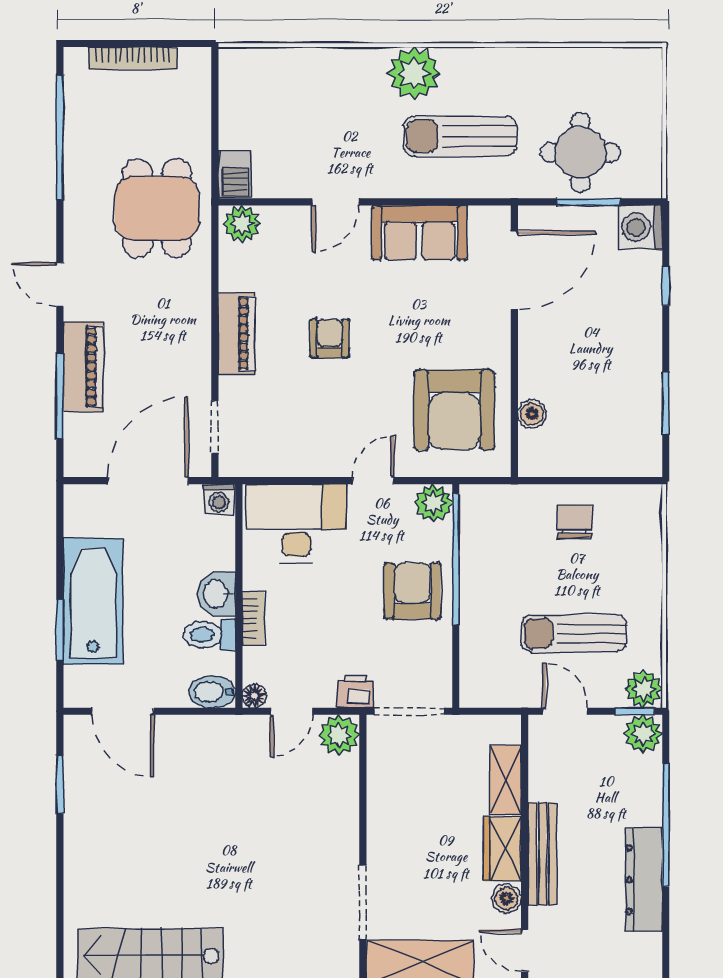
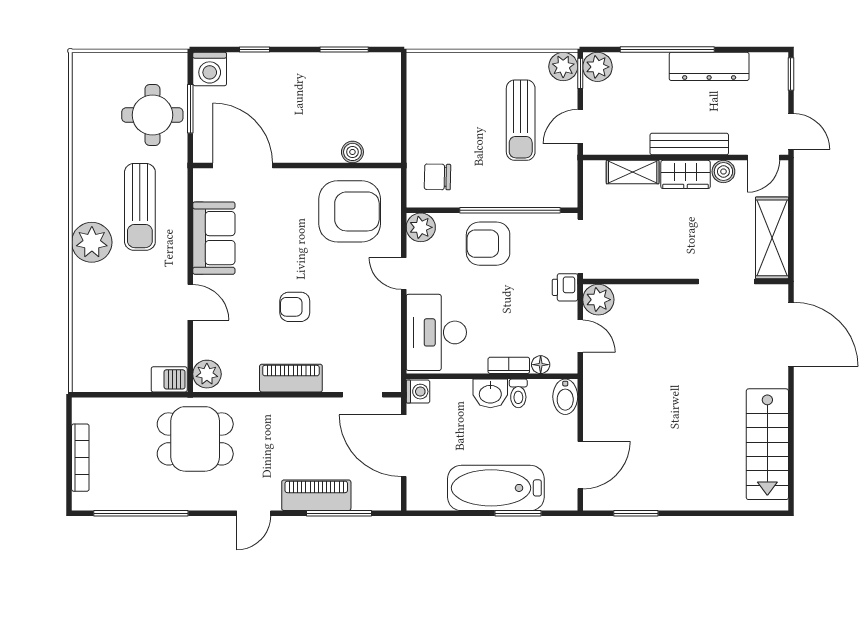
chair: (575, 522) -> (438, 177), moved
window: (456, 559) -> (510, 210), moved
toilet: (209, 635) -> (518, 393), width x0.73, depth x0.72
floor lamp: (254, 696) -> (541, 365), moved

